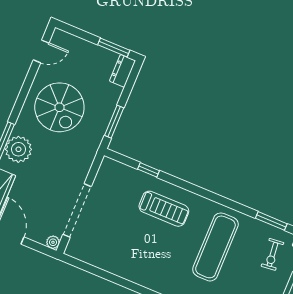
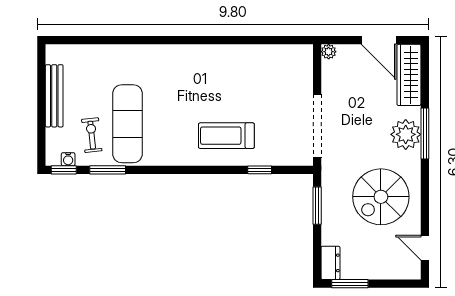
door: (41, 51) -> (425, 248), hinge flipped
spiral stairs: (59, 107) -> (381, 197), turned -90
doorway: (77, 211) -> (317, 126), moved
exercise mat: (215, 247) -> (128, 124), moved

